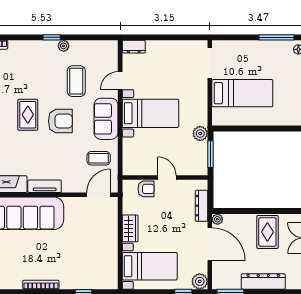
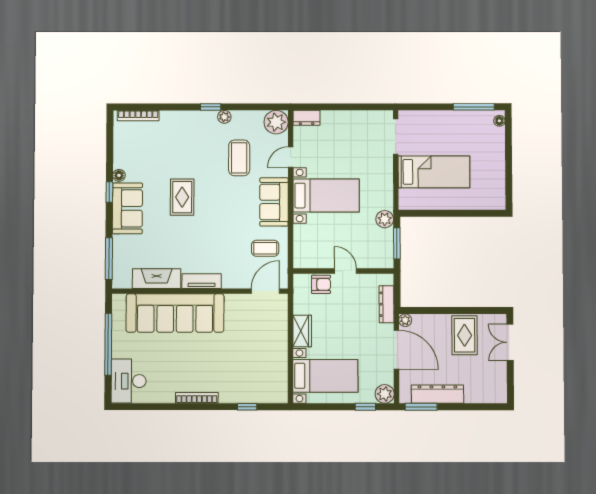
plant: (108, 50) -> (276, 122), added
armchair: (60, 121) -> (220, 205), removed
dresser: (263, 282) -> (437, 394), moved

